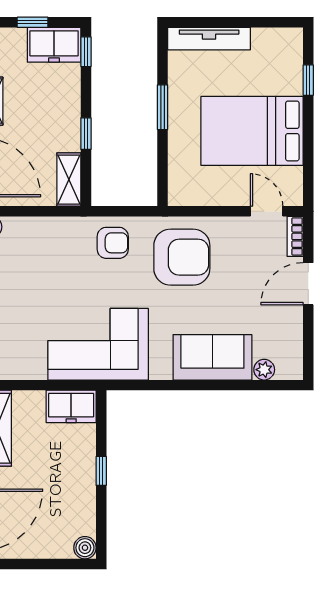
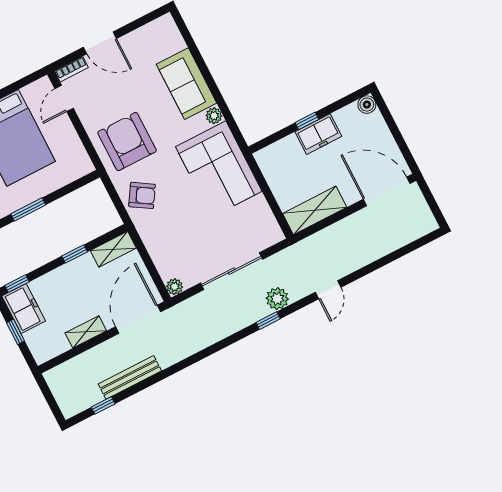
armchair: (113, 243) -> (142, 195), turned 122
plant: (264, 370) -> (214, 116), moved
freezer: (71, 406) -> (318, 134), moved, turned 90

